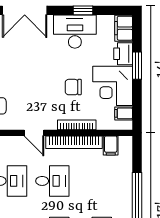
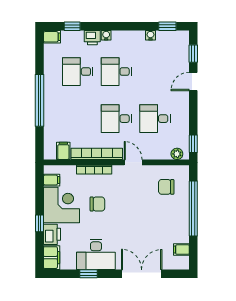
window: (137, 66) -> (39, 223), width x0.67

